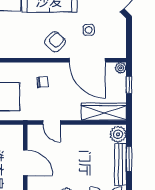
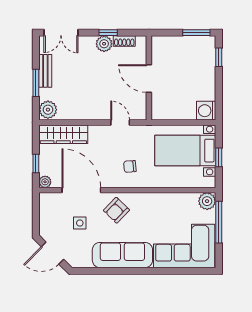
bench: (120, 164) -> (45, 71), width x0.73

